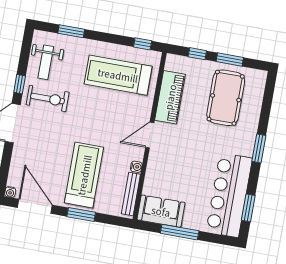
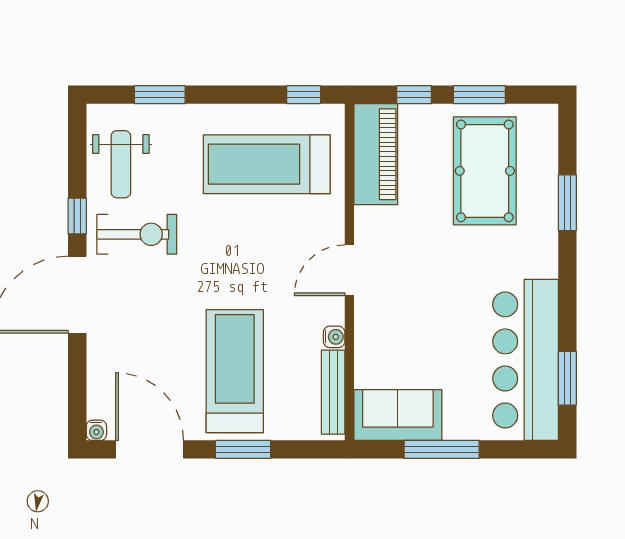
piano: (170, 97) -> (376, 154), moved
window: (259, 148) -> (567, 203), moved

